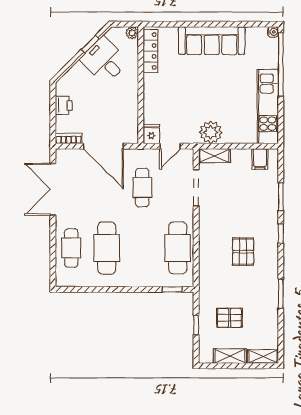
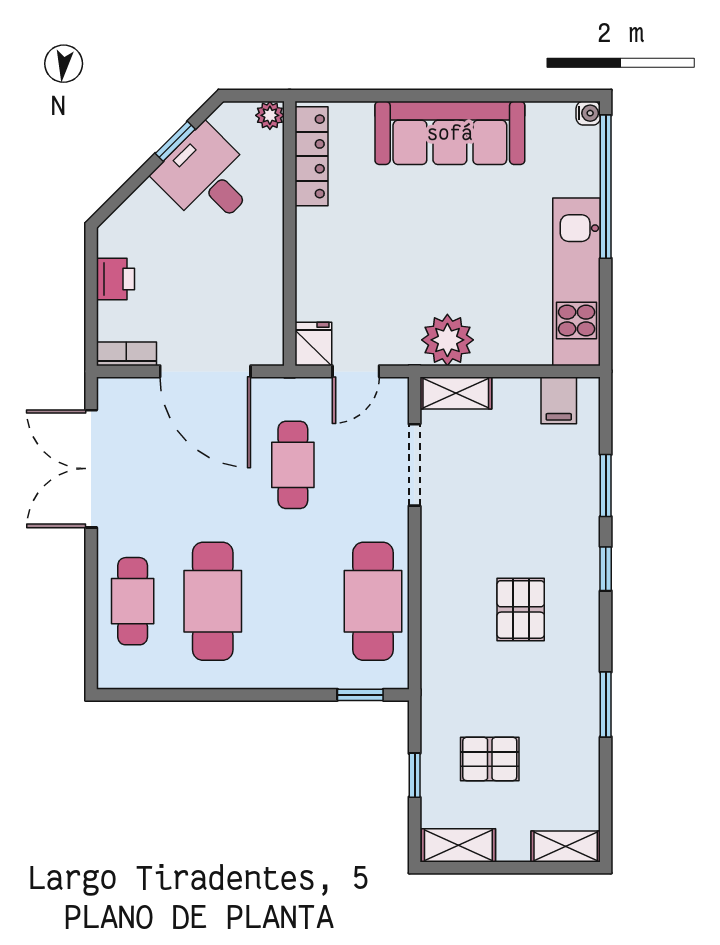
shelving: (230, 356) -> (458, 845), moved

